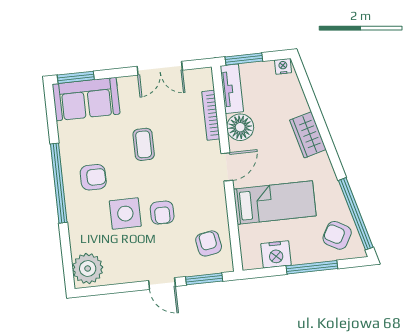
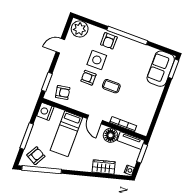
double door: (160, 68) -> (158, 111), removed
wardrobe: (308, 135) -> (104, 167), moved
coffee table: (144, 144) -> (111, 86), moved
armchair: (93, 177) -> (109, 41), moved
nightstand: (276, 254) -> (45, 111), moved
door: (162, 283) -> (60, 46), moved

